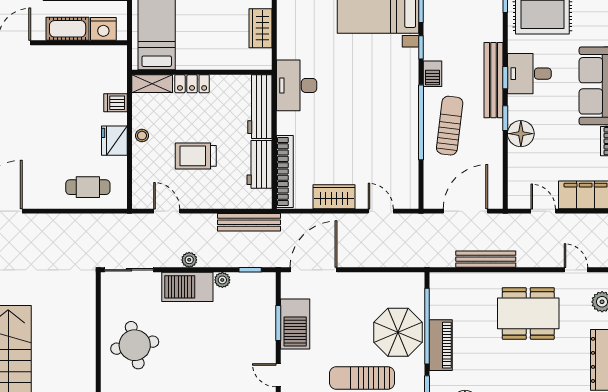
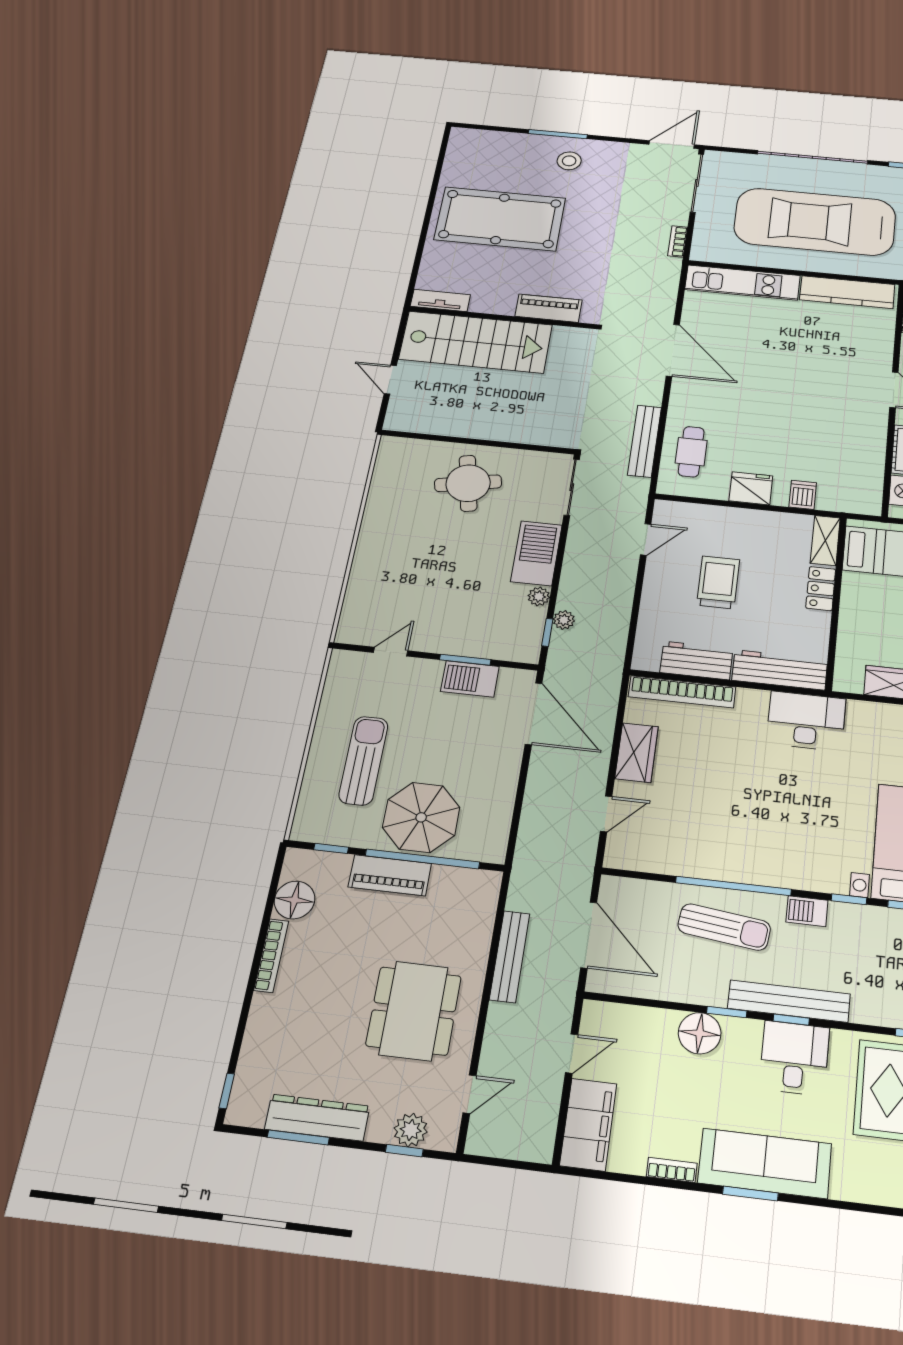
stool: (142, 136) -> (754, 521), removed
bench: (249, 222) -> (645, 441), moved
plant: (189, 260) -> (564, 620), moved
barbecue: (295, 324) -> (470, 679), width x0.73, depth x0.83

